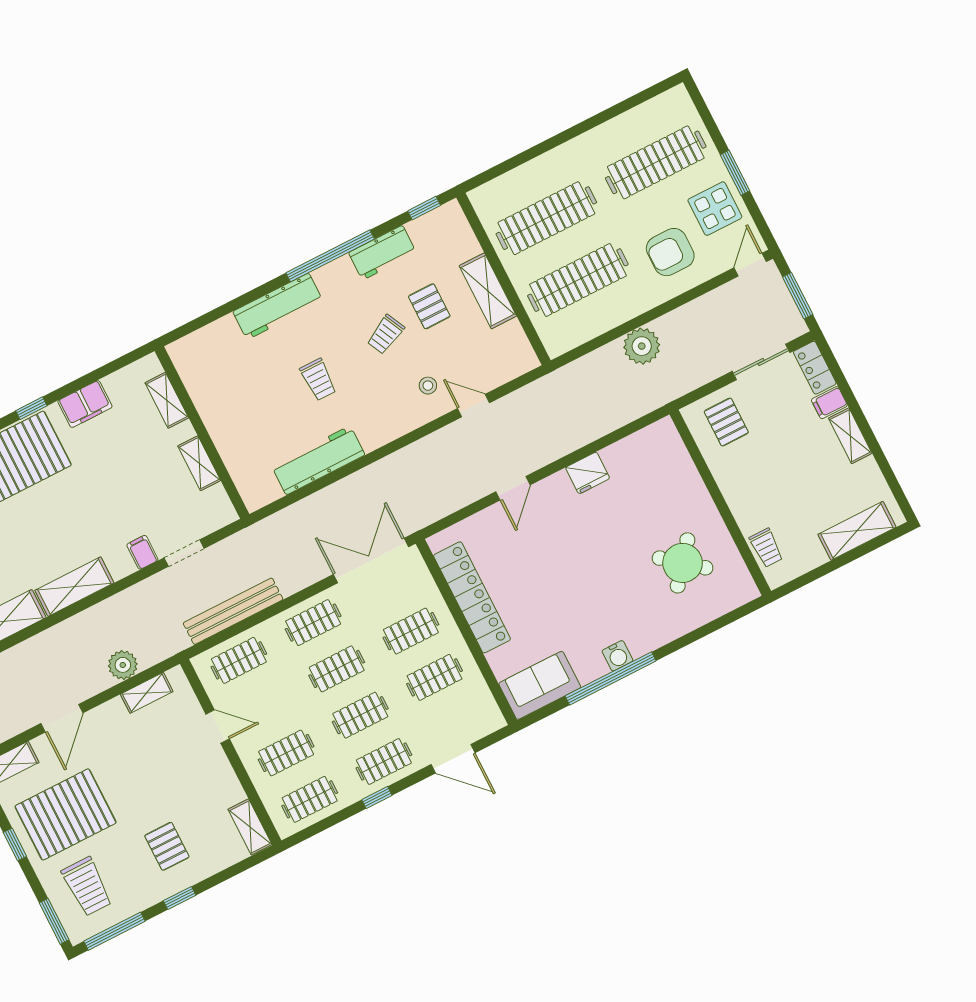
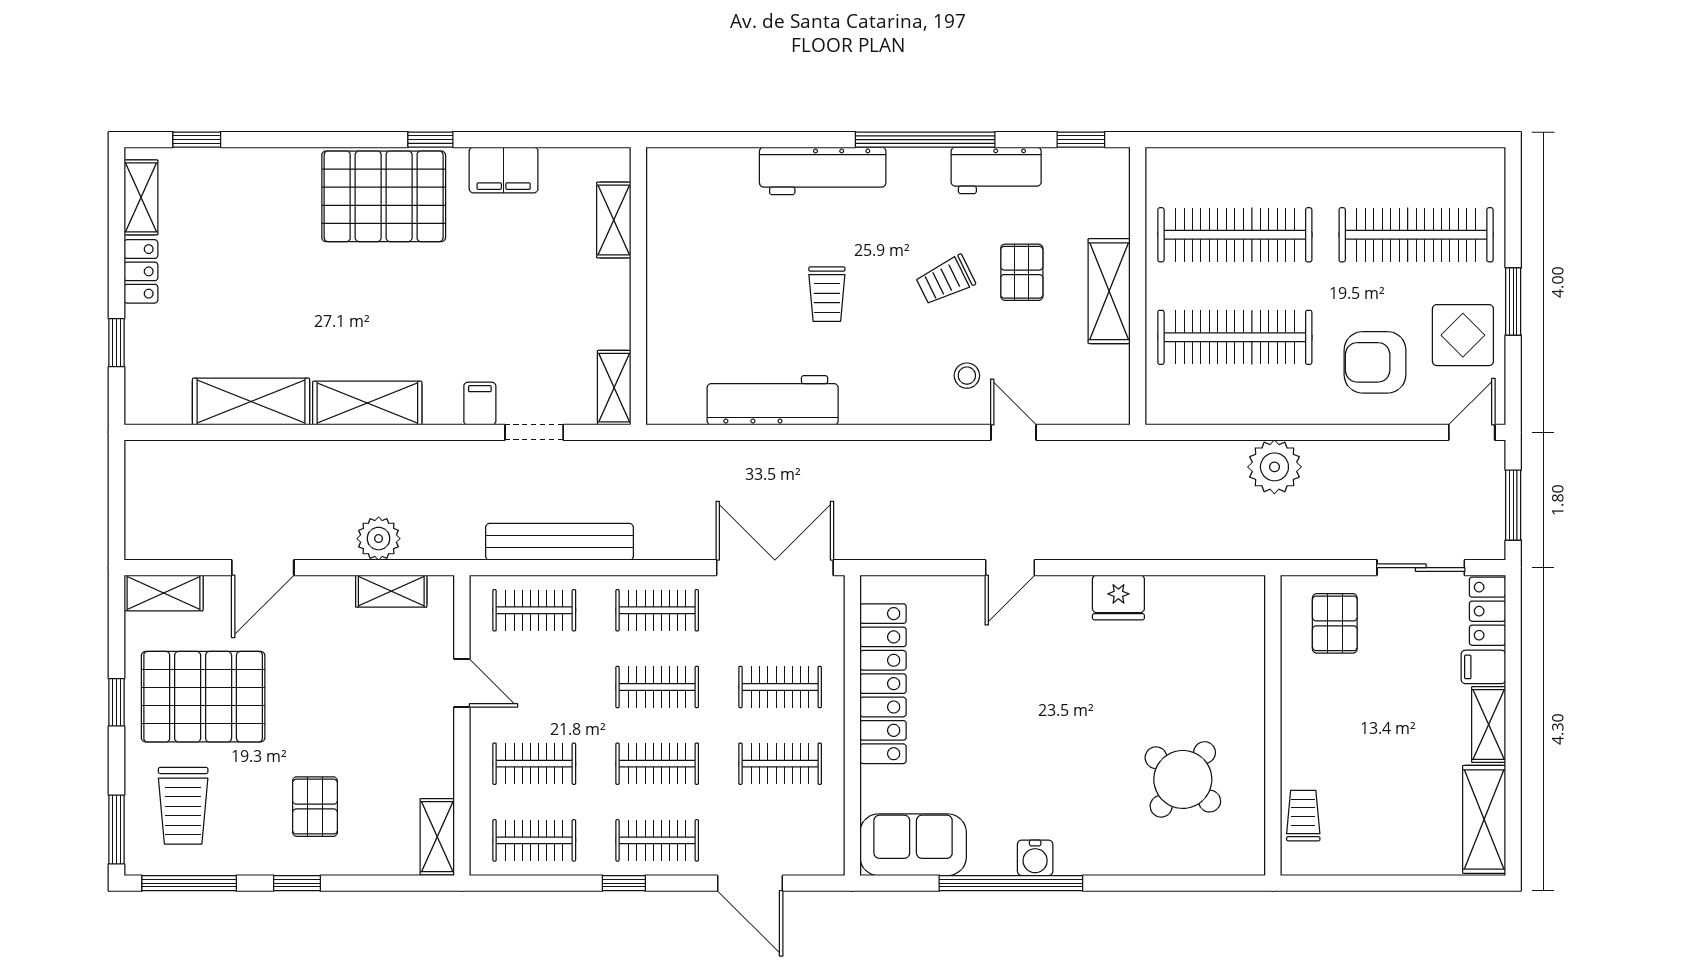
shelving: (199, 463) -> (614, 388), moved
shelving: (857, 531) -> (1484, 819), moved, turned 90
trolley: (766, 548) -> (1303, 816), turned 180

